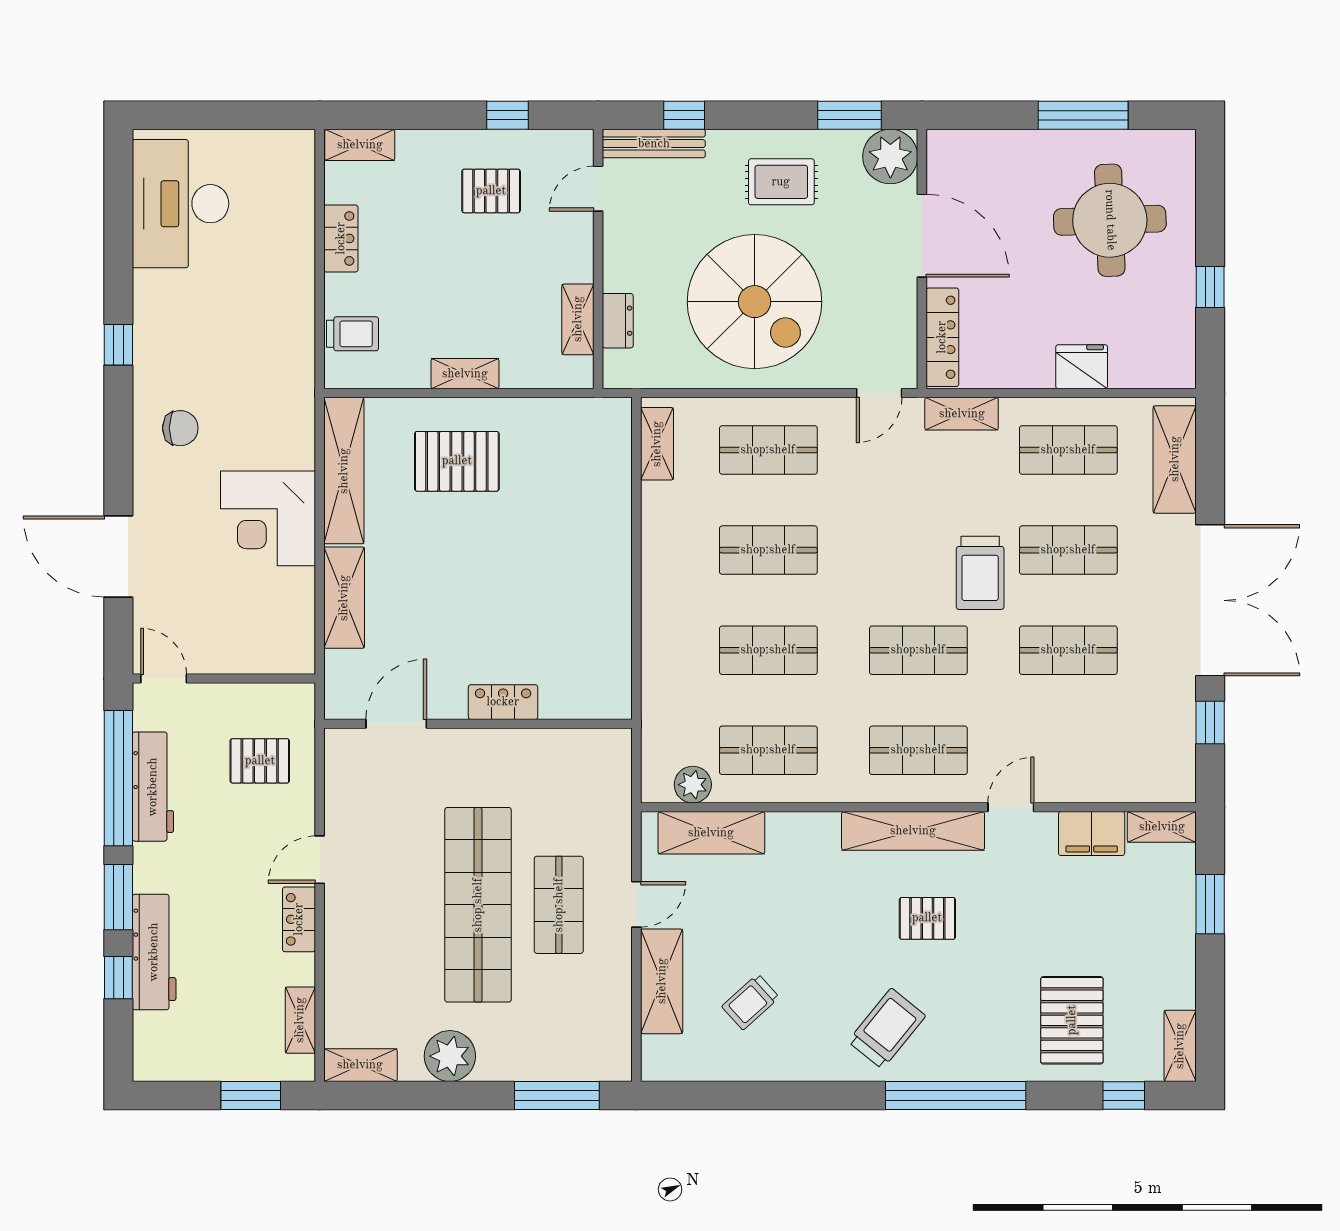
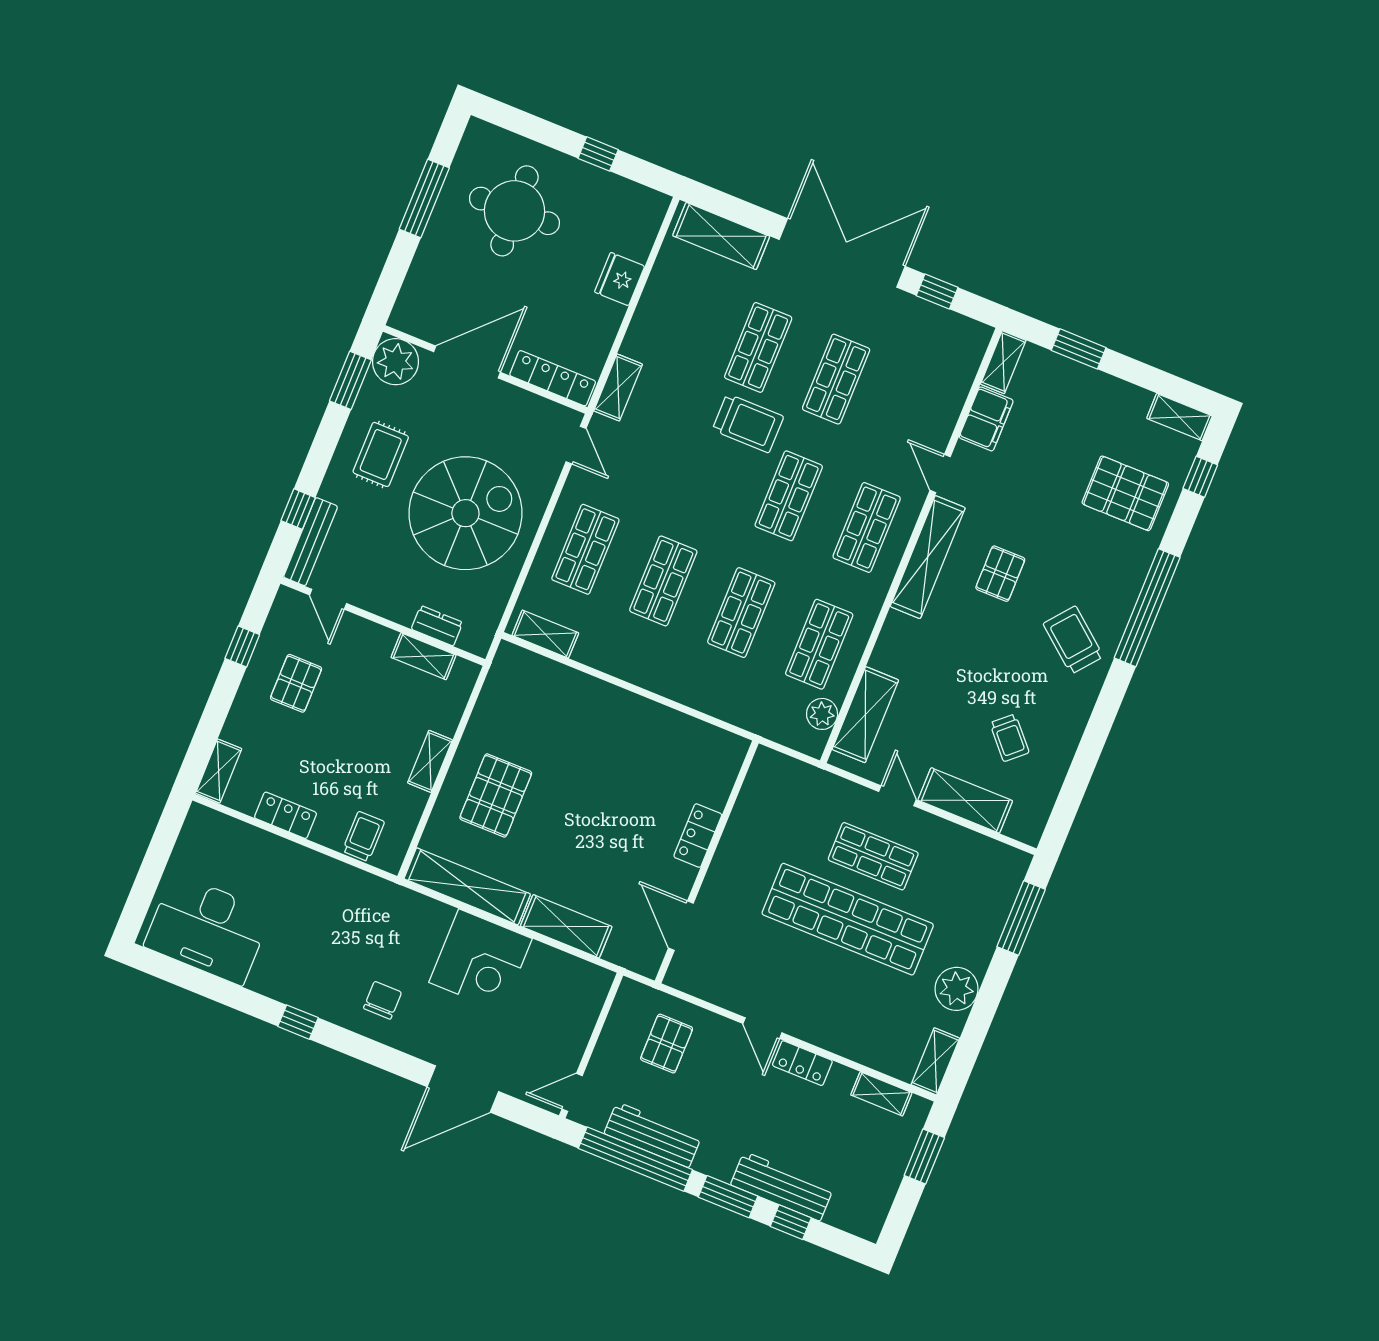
shop shelf: (1068, 450) -> (680, 316), removed

